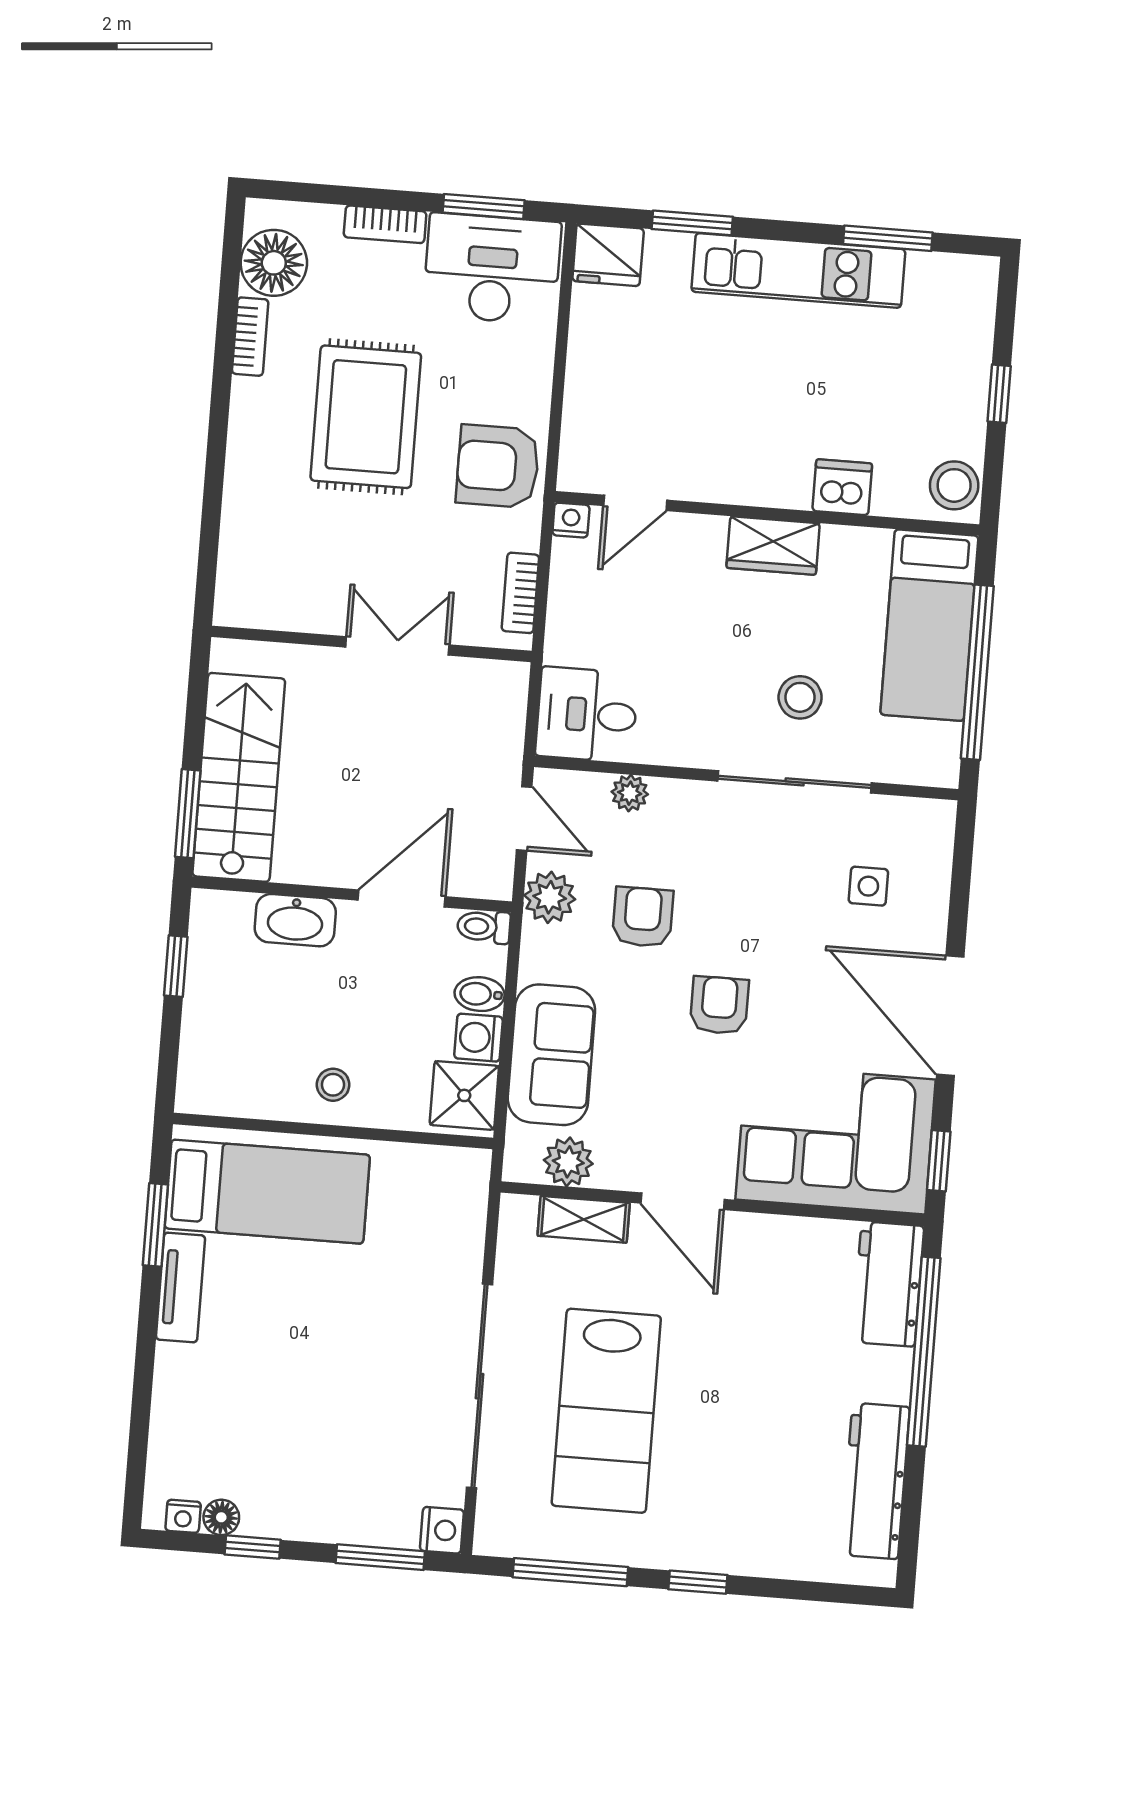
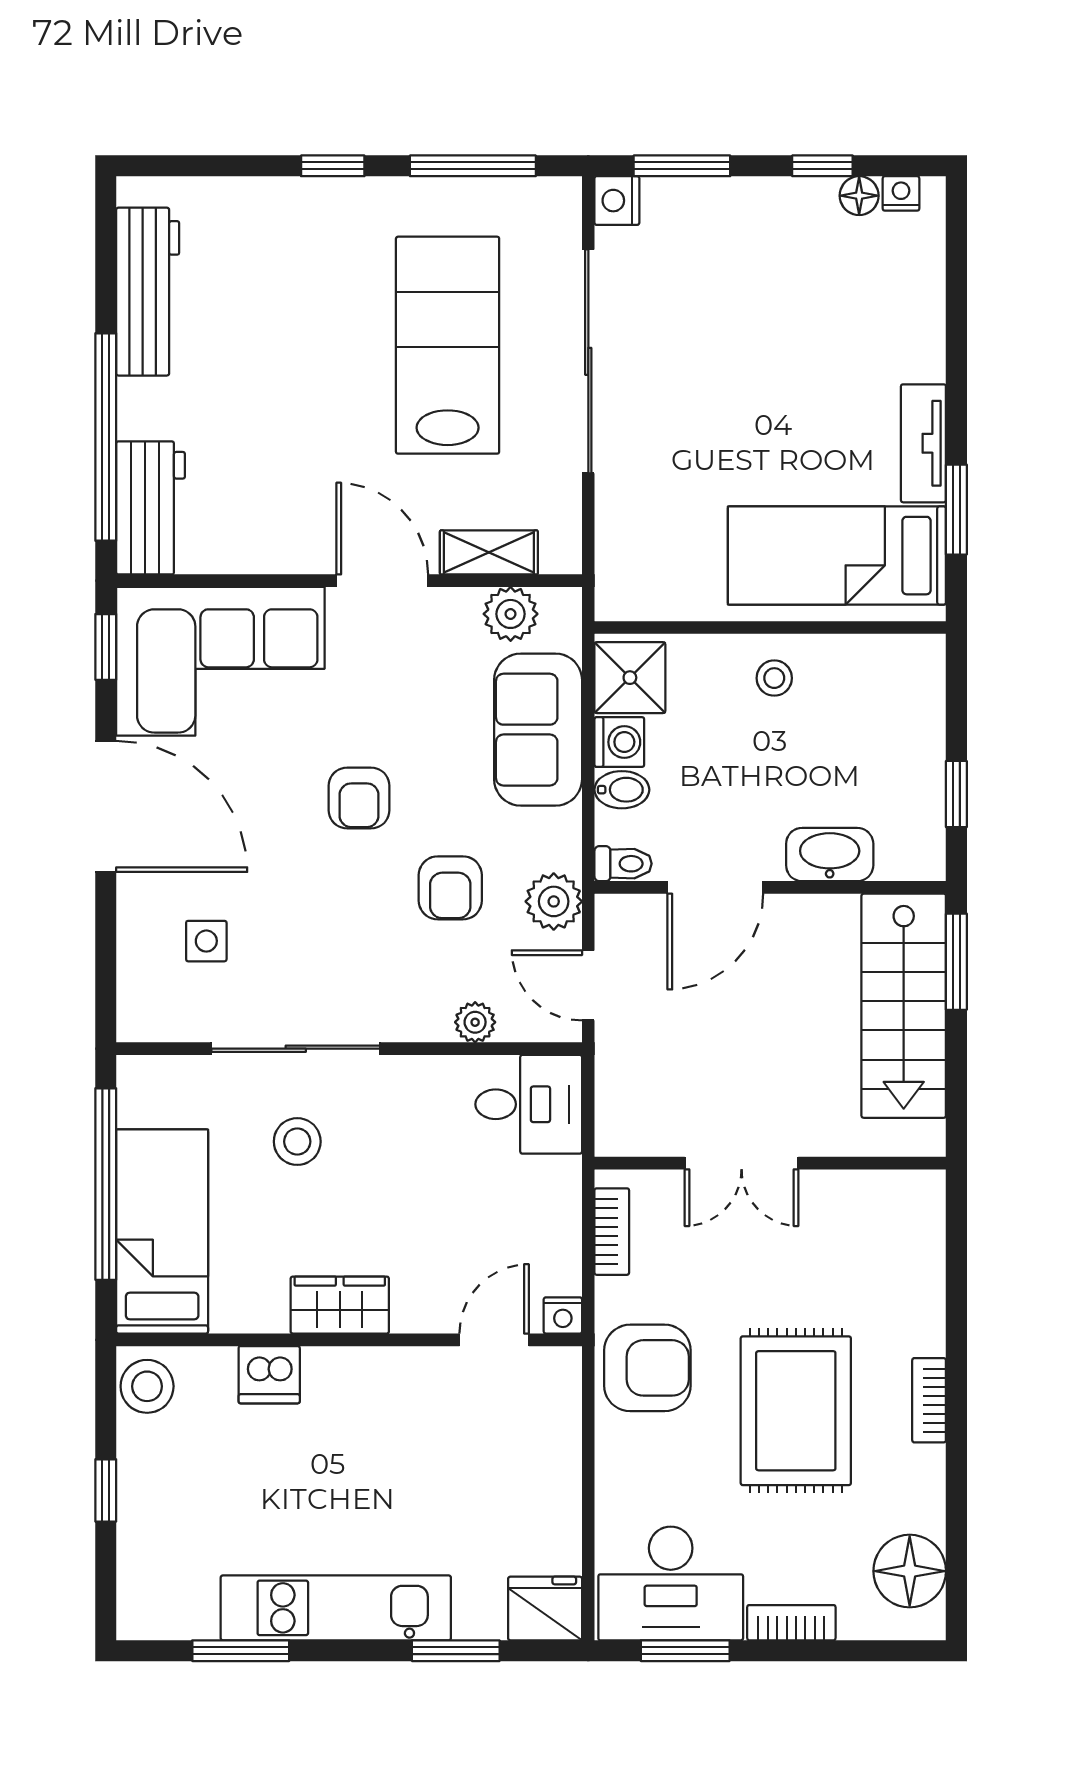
bookcase: (250, 337) -> (929, 1400), moved

